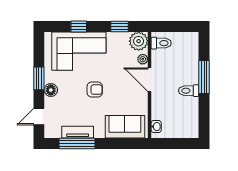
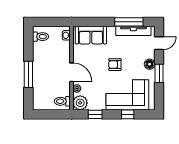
toilet: (189, 91) -> (41, 37), moved
tv unit: (78, 132) -> (133, 31), width x1.41

